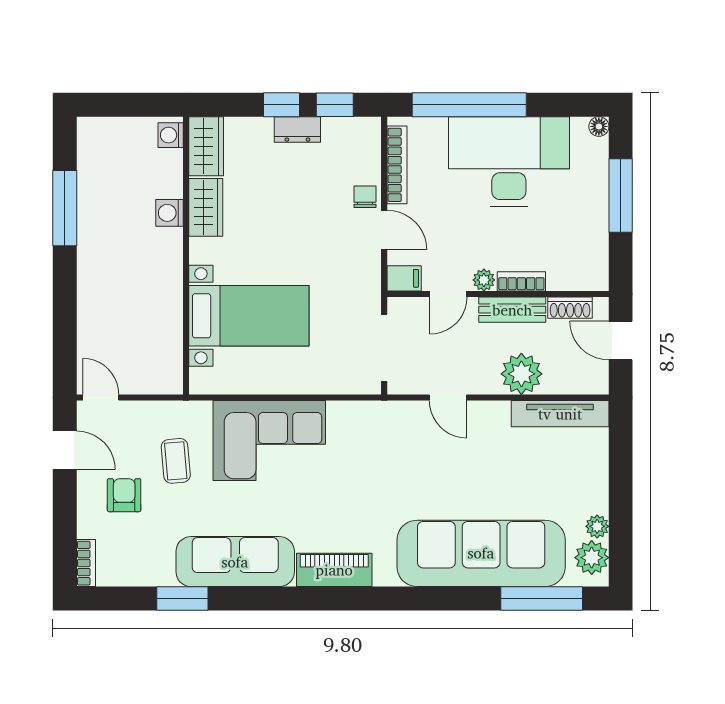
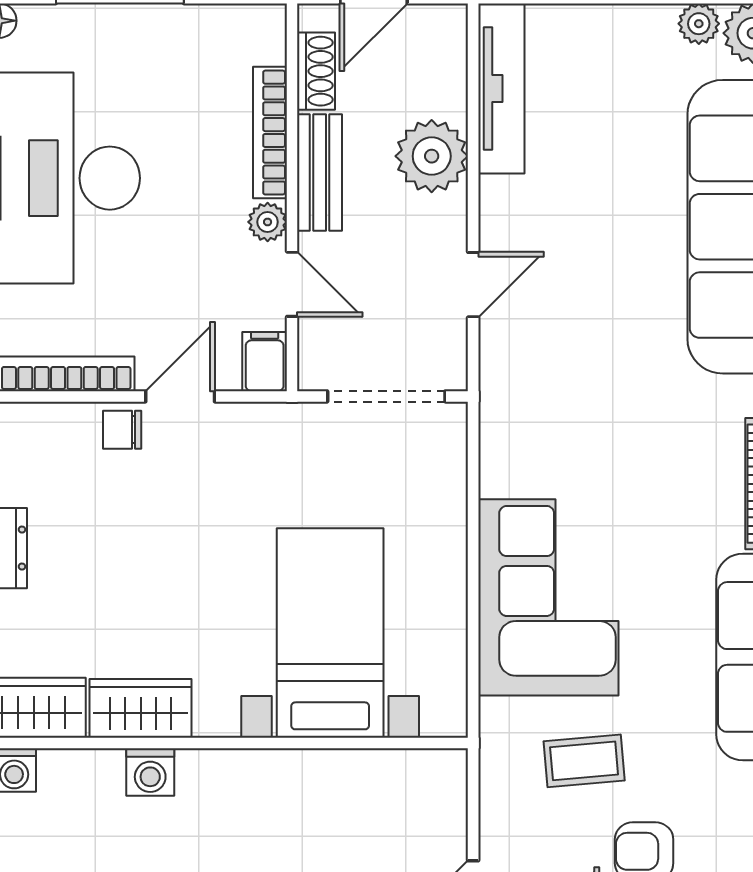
bookcase: (521, 281) -> (270, 133), width x1.56

